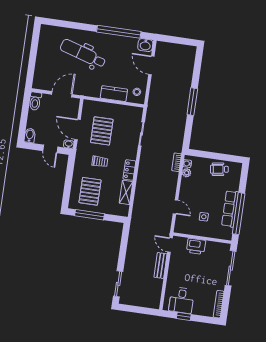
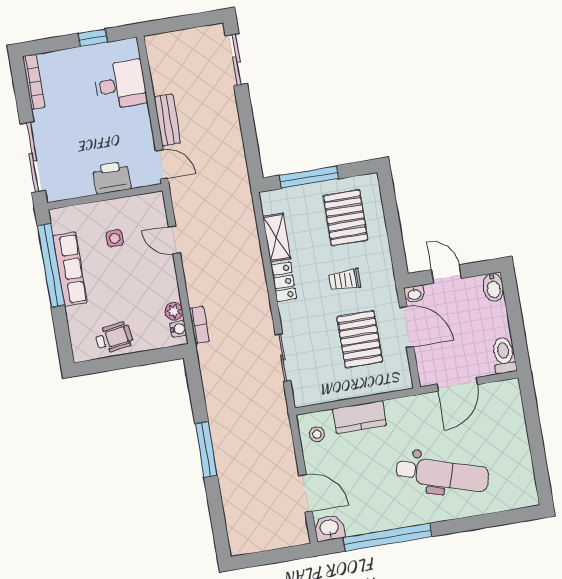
window: (89, 215) -> (309, 177), moved
desk: (181, 300) -> (120, 85), moved, turned 90

